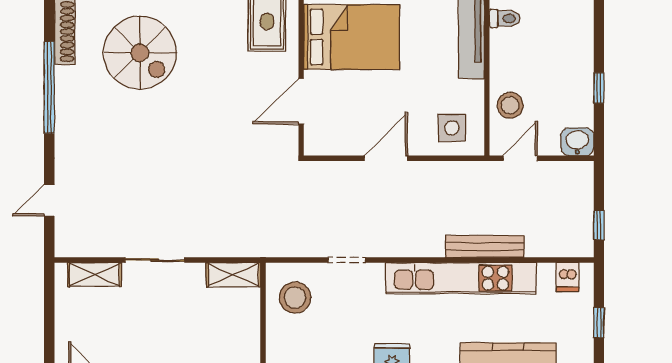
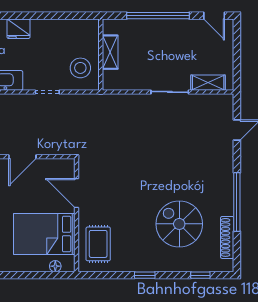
door: (301, 101) -> (76, 193), swing flipped
shelving: (233, 275) -> (110, 52), moved, turned 90

